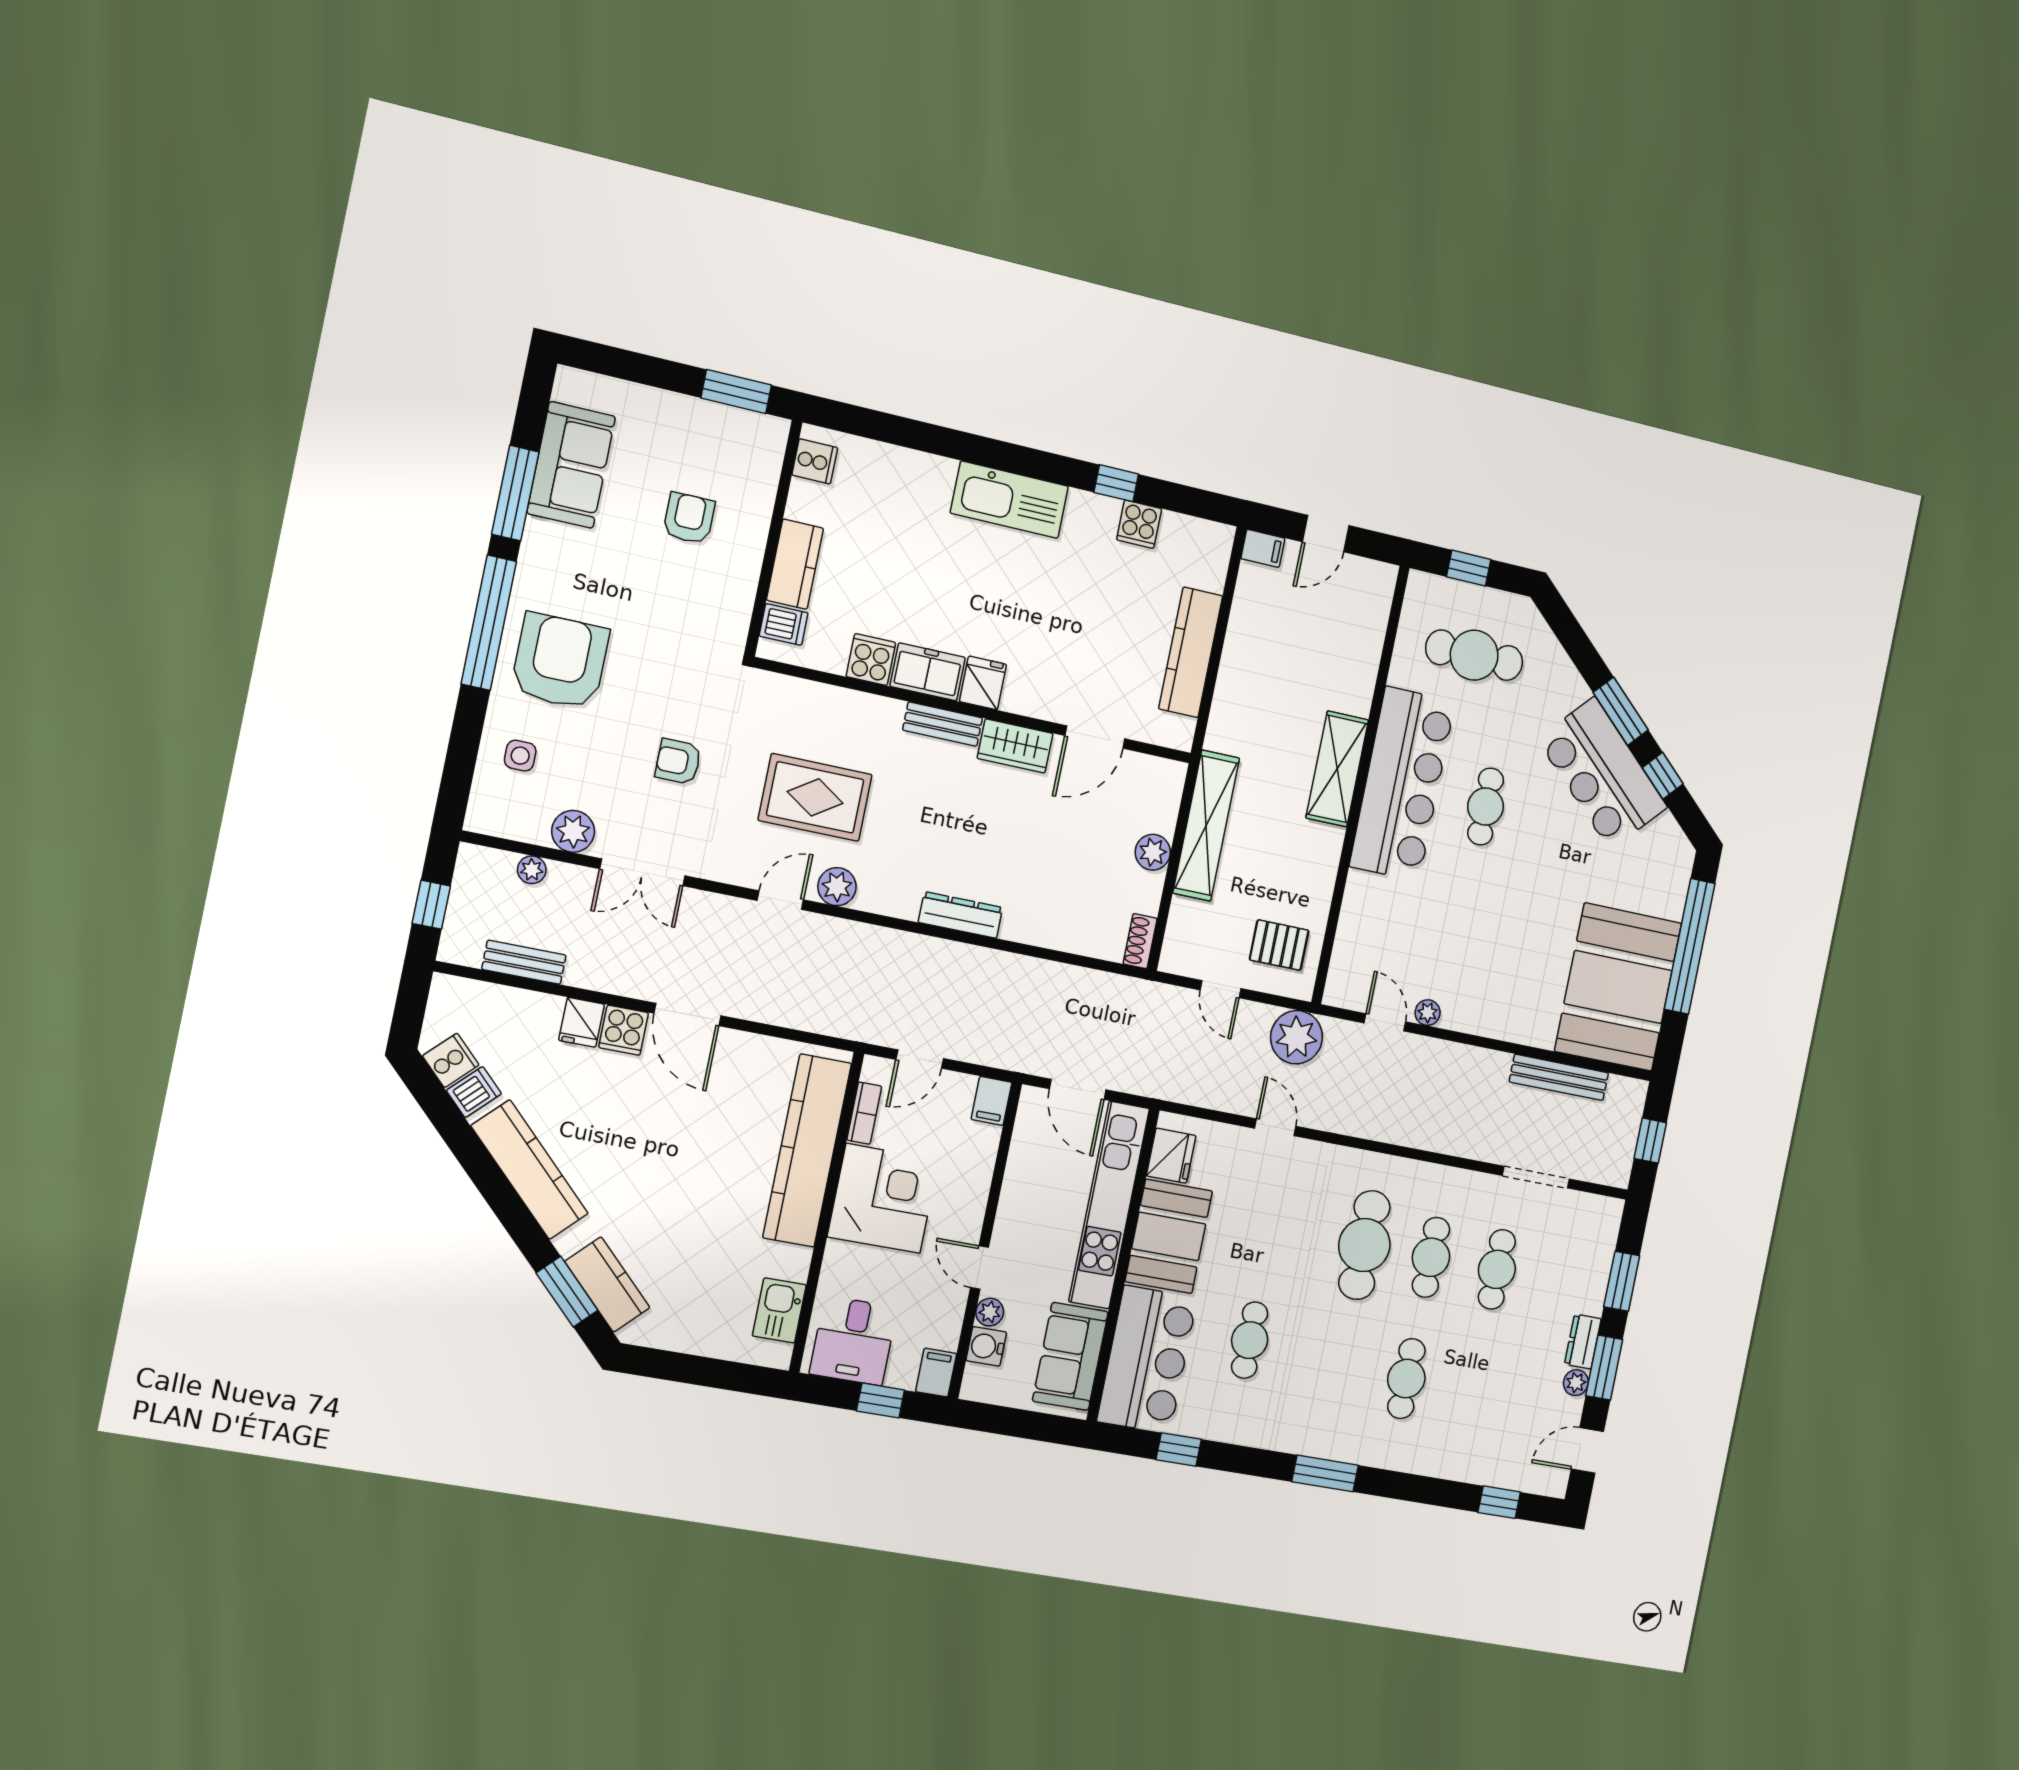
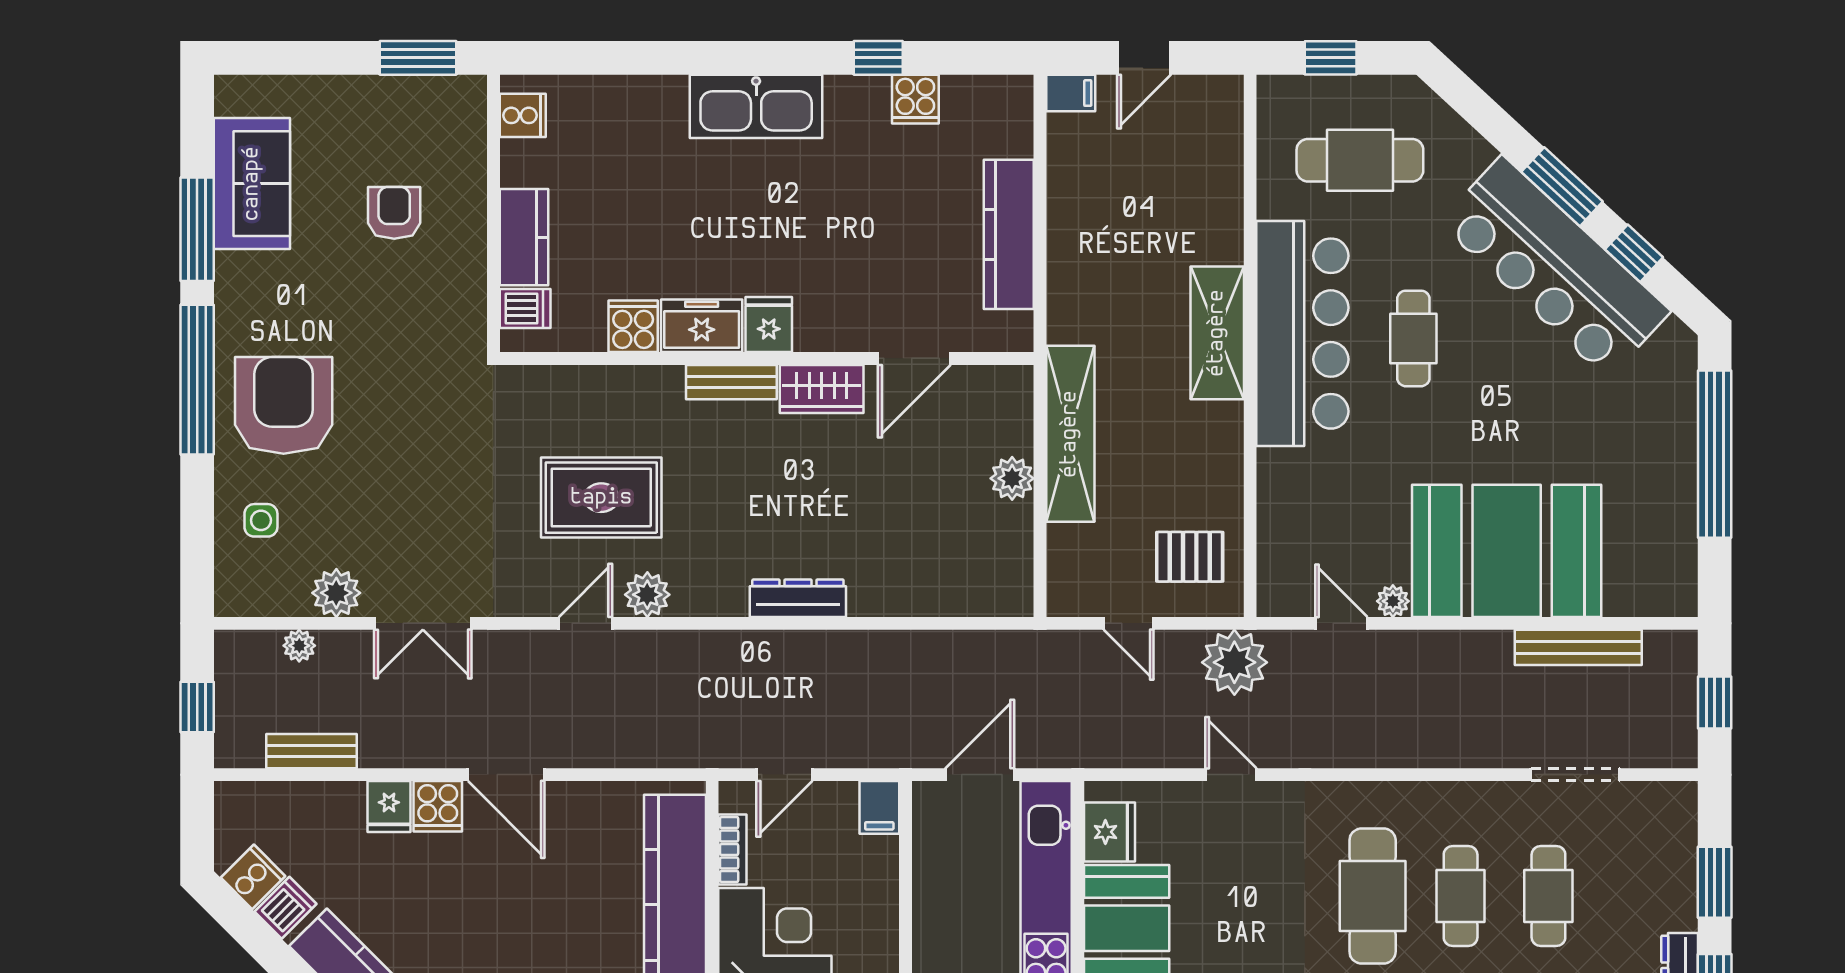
armchair: (678, 761) -> (438, 490), removed
bar counter: (1602, 773) -> (1555, 267), width x1.36
shoe rack: (1140, 941) -> (1019, 586), removed
booth: (1618, 987) -> (1507, 551), moved, turned 90
door: (1078, 1089) -> (980, 775), swing flipped

